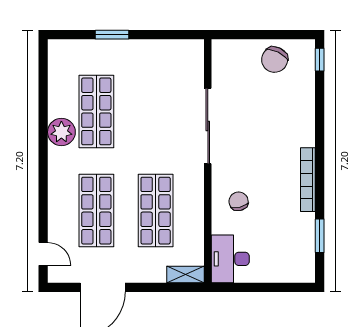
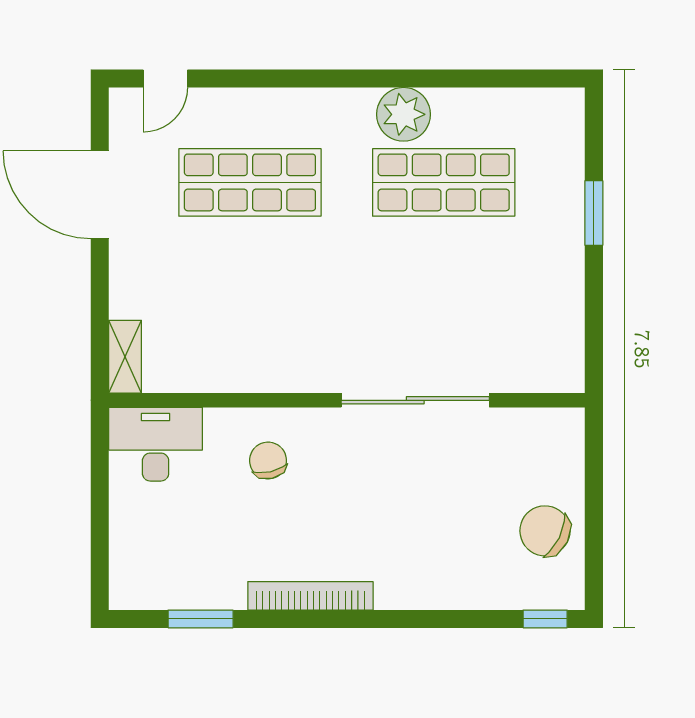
chair: (239, 201) -> (268, 460), turned -89
shop shelf: (156, 211) -> (250, 298), removed

